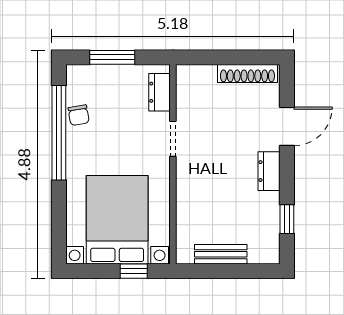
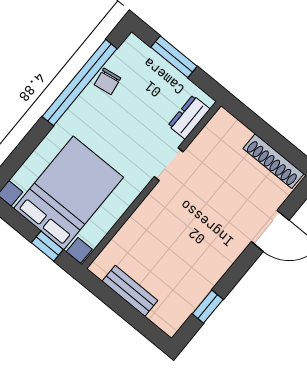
dresser: (269, 171) -> (225, 255), removed

